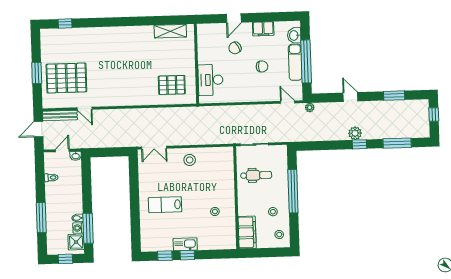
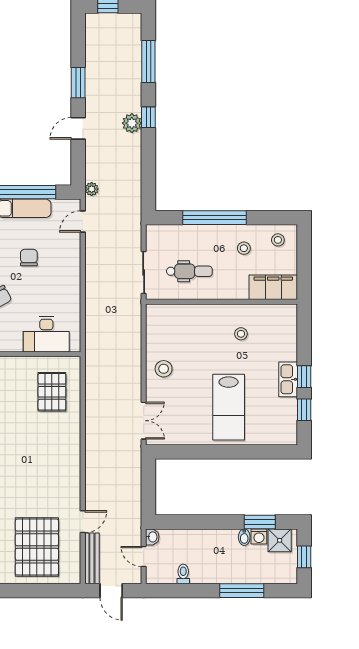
window: (37, 73) -> (28, 591), removed
window: (394, 96) -> (78, 83), moved
dental chair: (256, 175) -> (189, 271), turned 90
lab bench: (165, 205) -> (229, 407), width x1.36, depth x1.39
window: (88, 228) -> (260, 522), width x0.69

